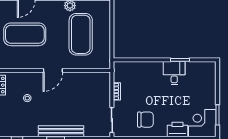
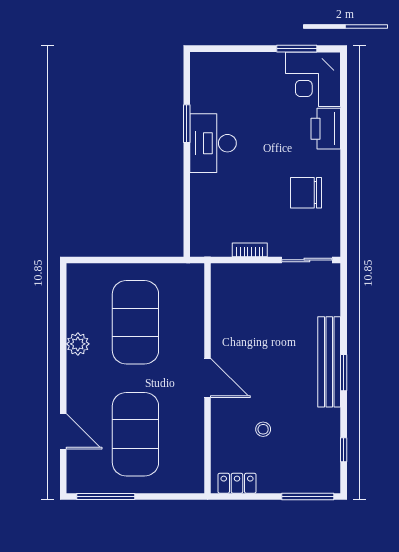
exercise mat: (81, 34) -> (135, 322), turned 90
desk: (174, 73) -> (213, 143), width x1.37
chair: (145, 120) -> (306, 193), turned -90

